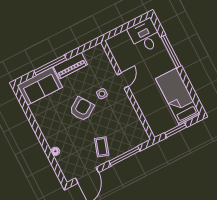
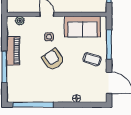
plant: (103, 57) -> (20, 21), added
sofa: (40, 86) -> (83, 26), moved, turned 90
window: (28, 112) -> (33, 105), added

